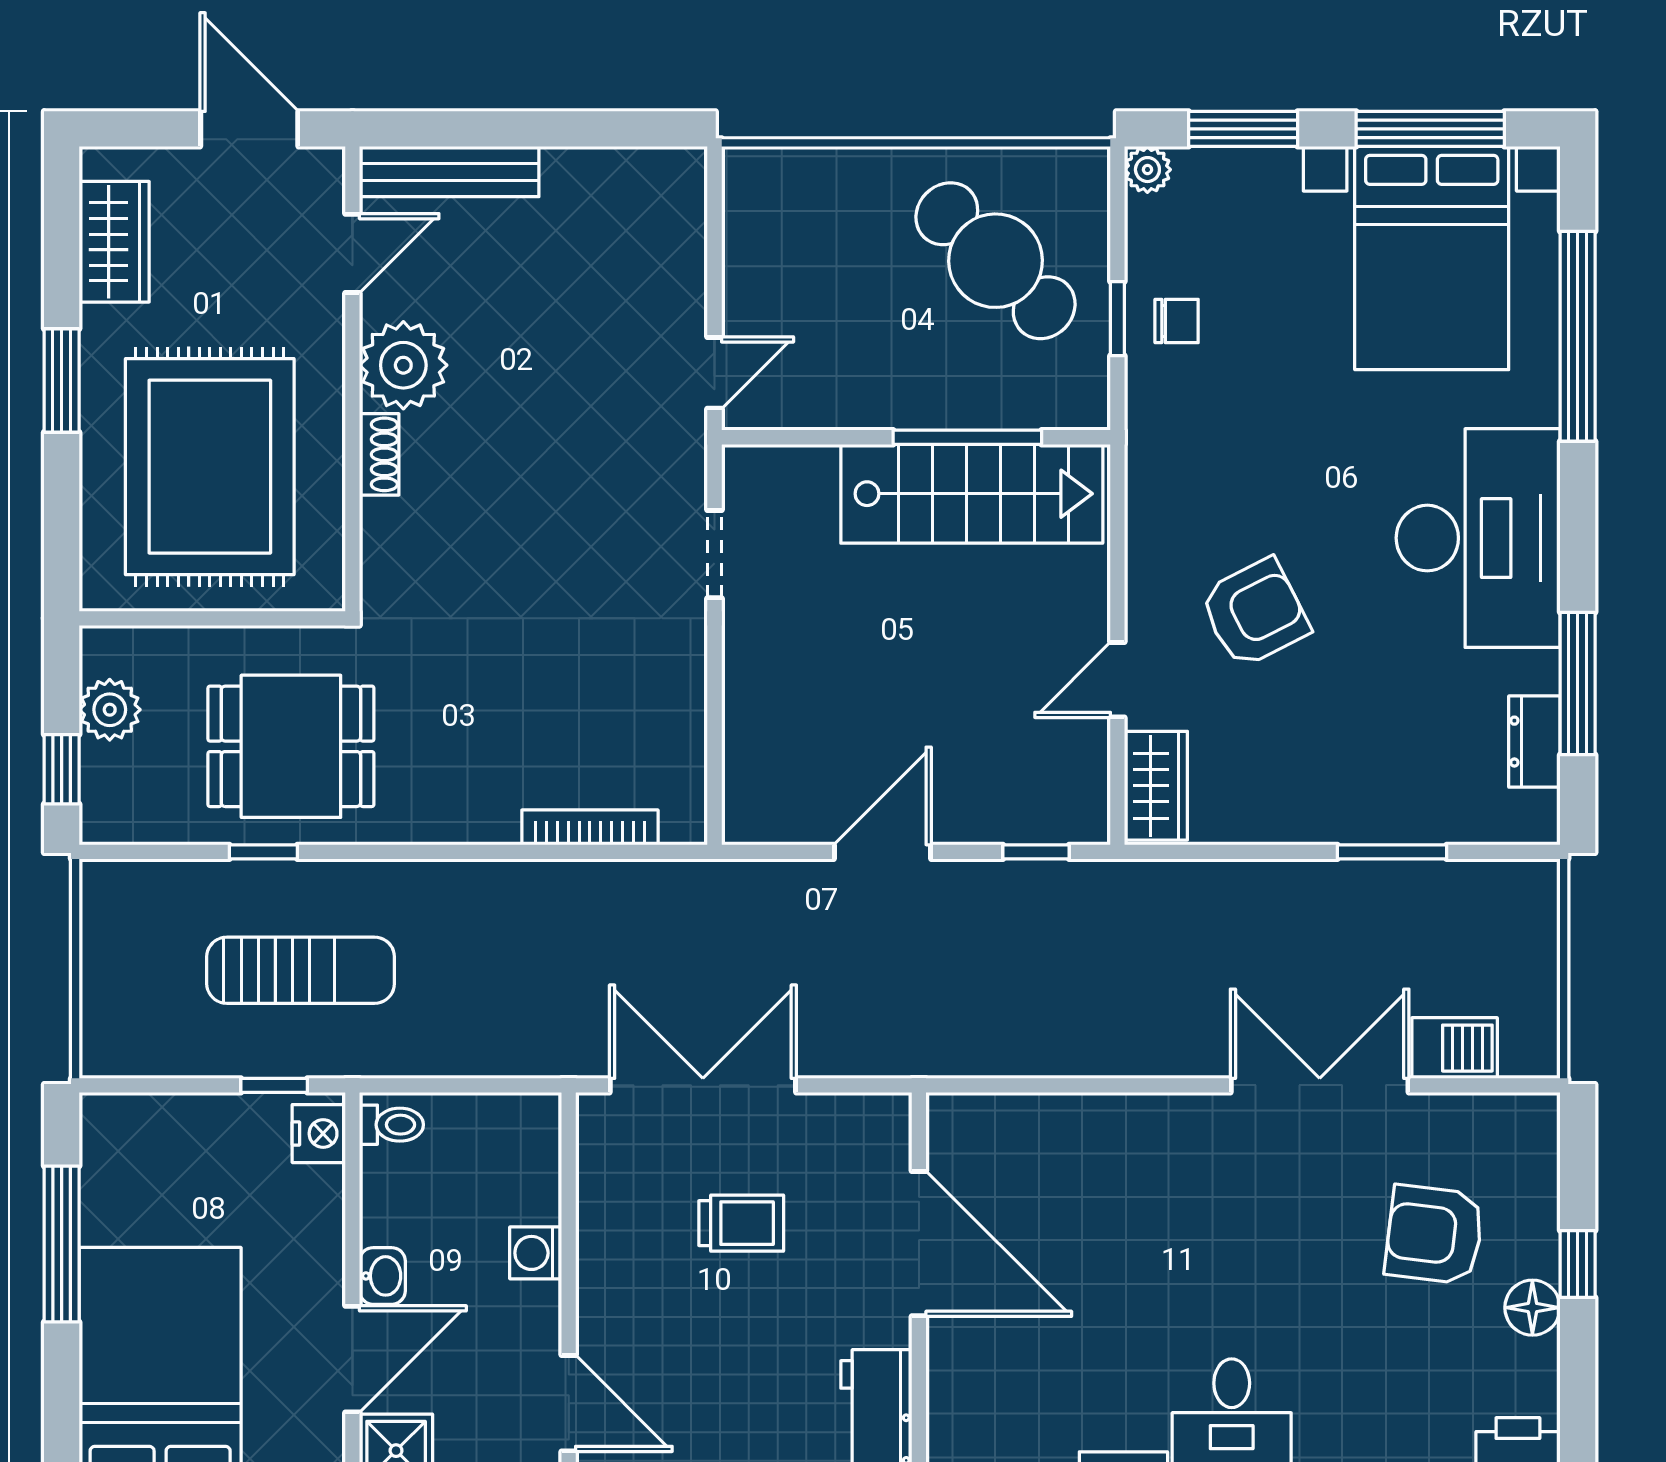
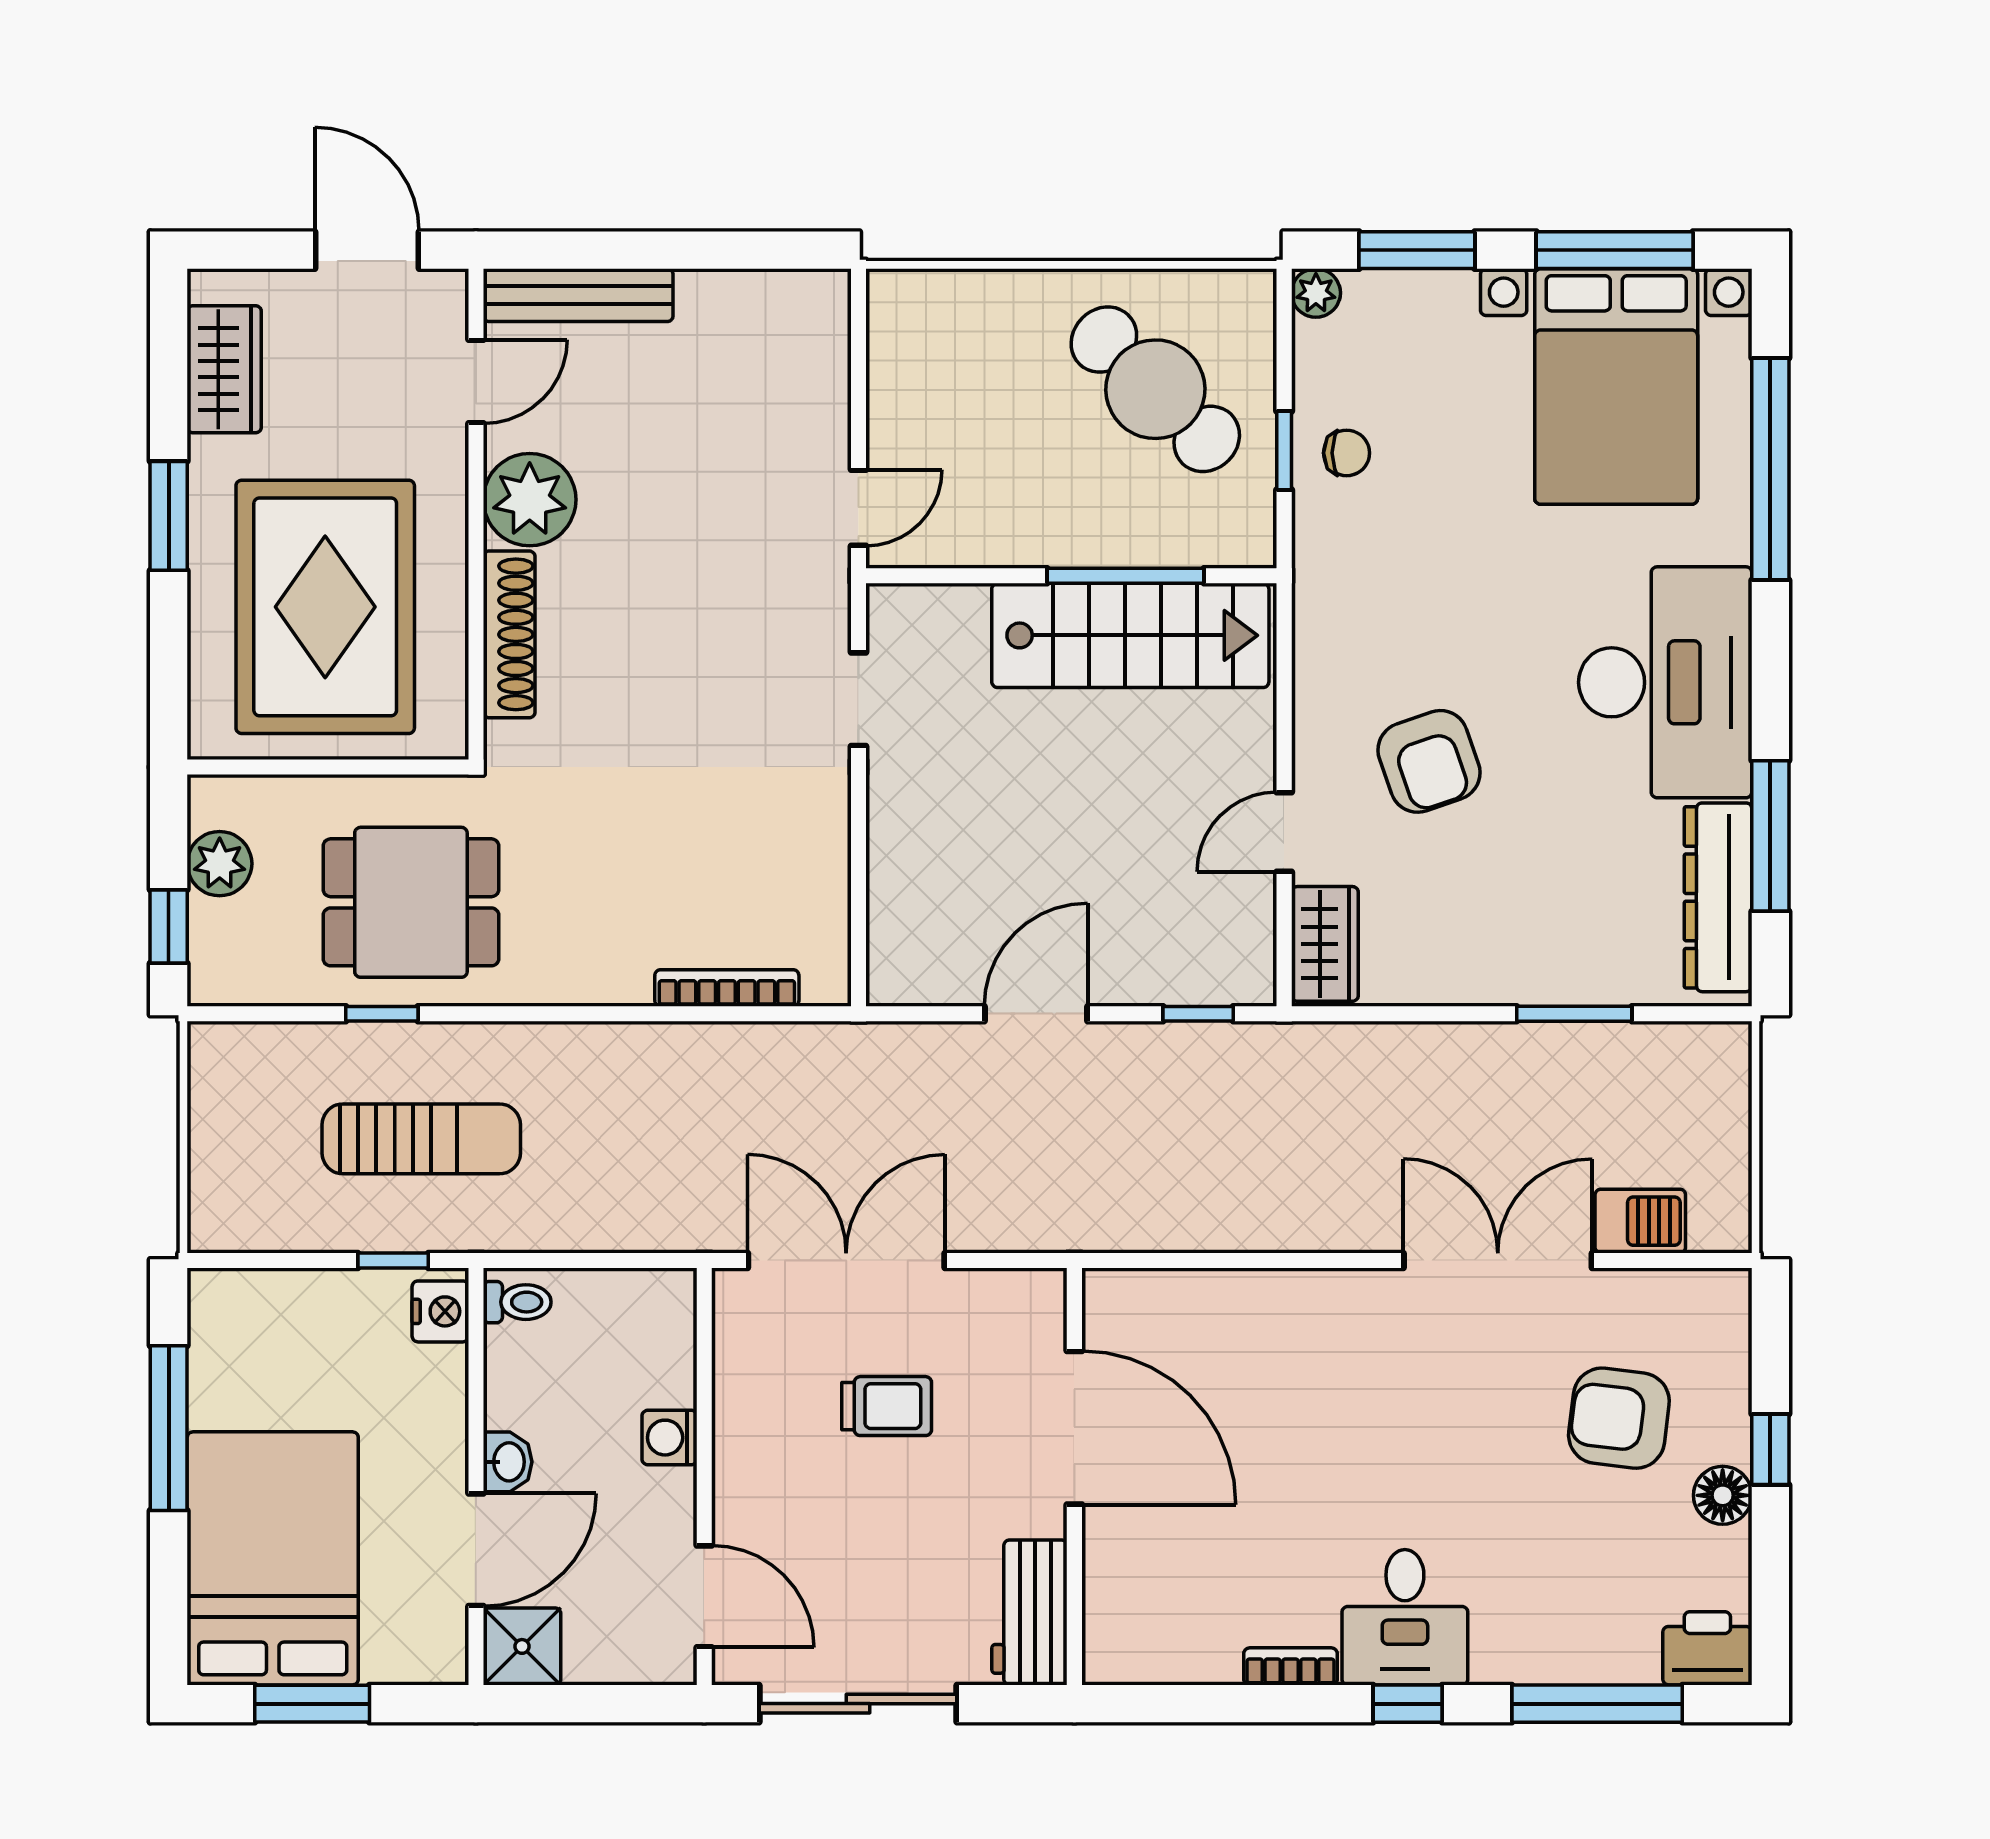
shoe rack: (379, 454) -> (509, 634), width x1.94, depth x1.24
armchair: (1255, 613) -> (1429, 761), turned 98
dresser: (1534, 742) -> (1718, 897), width x1.96, depth x1.24

